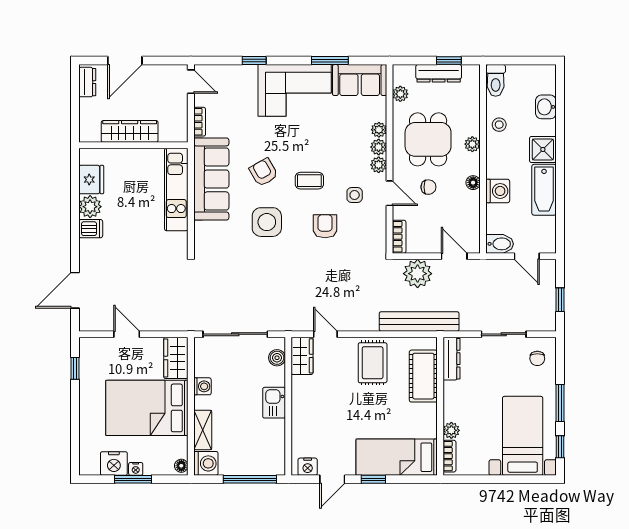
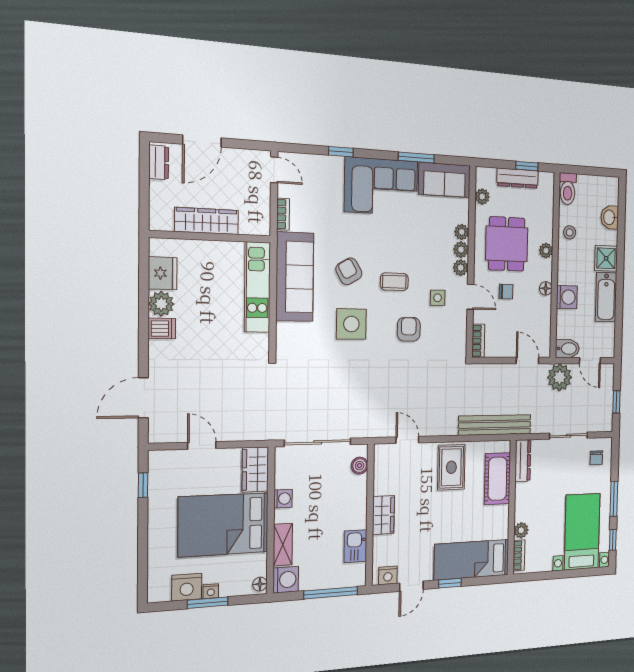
plant: (418, 274) -> (560, 377), moved
wardrobe: (302, 356) -> (383, 515), moved
kitchen sink: (274, 403) -> (355, 546), moved

